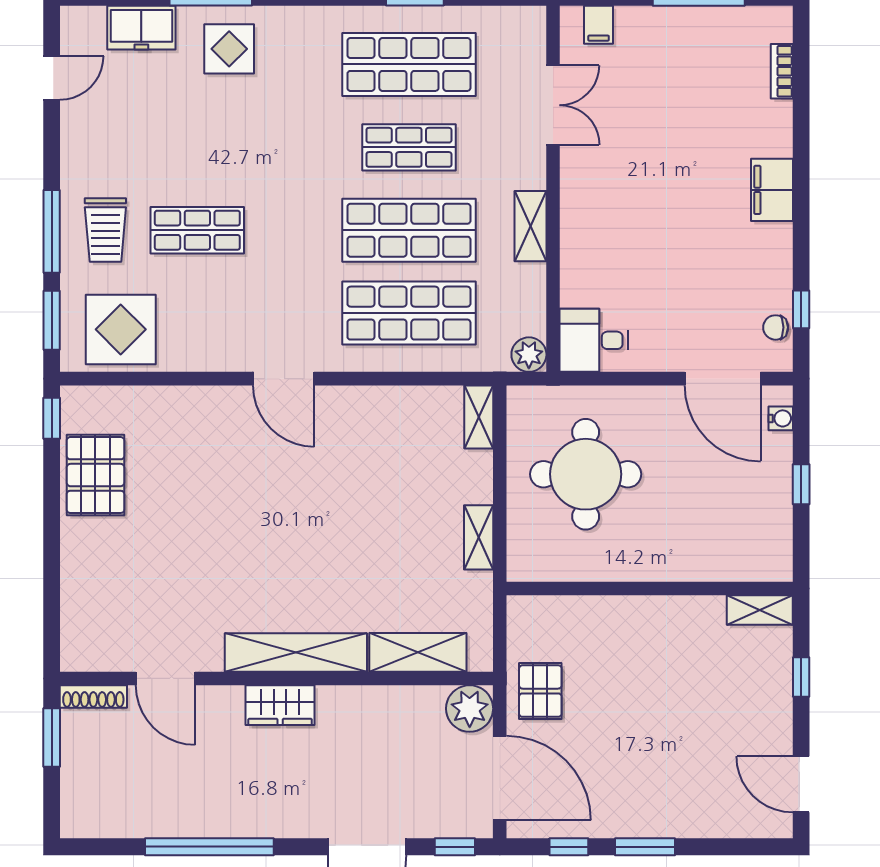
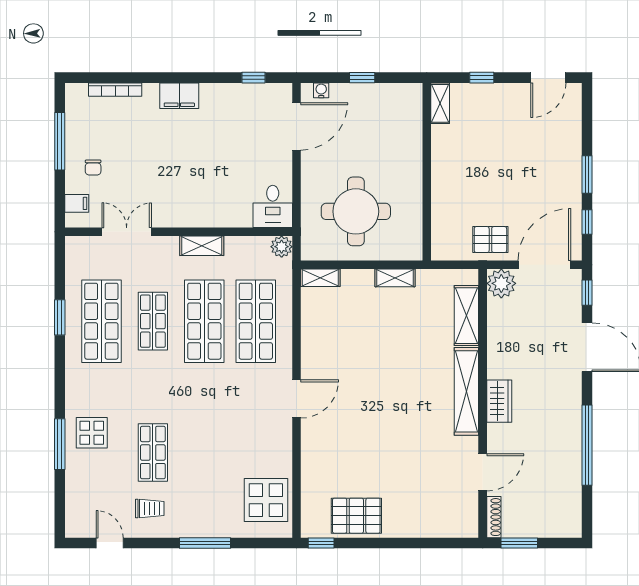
freezer: (141, 28) -> (79, 487), removed
bookcase: (782, 71) -> (115, 90), width x1.56
trolley: (105, 230) -> (150, 508), moved, width x0.73, depth x0.72
shop shelf: (197, 230) -> (153, 453), moved
window: (52, 320) -> (260, 543), removed
chair: (776, 327) -> (93, 167), moved

